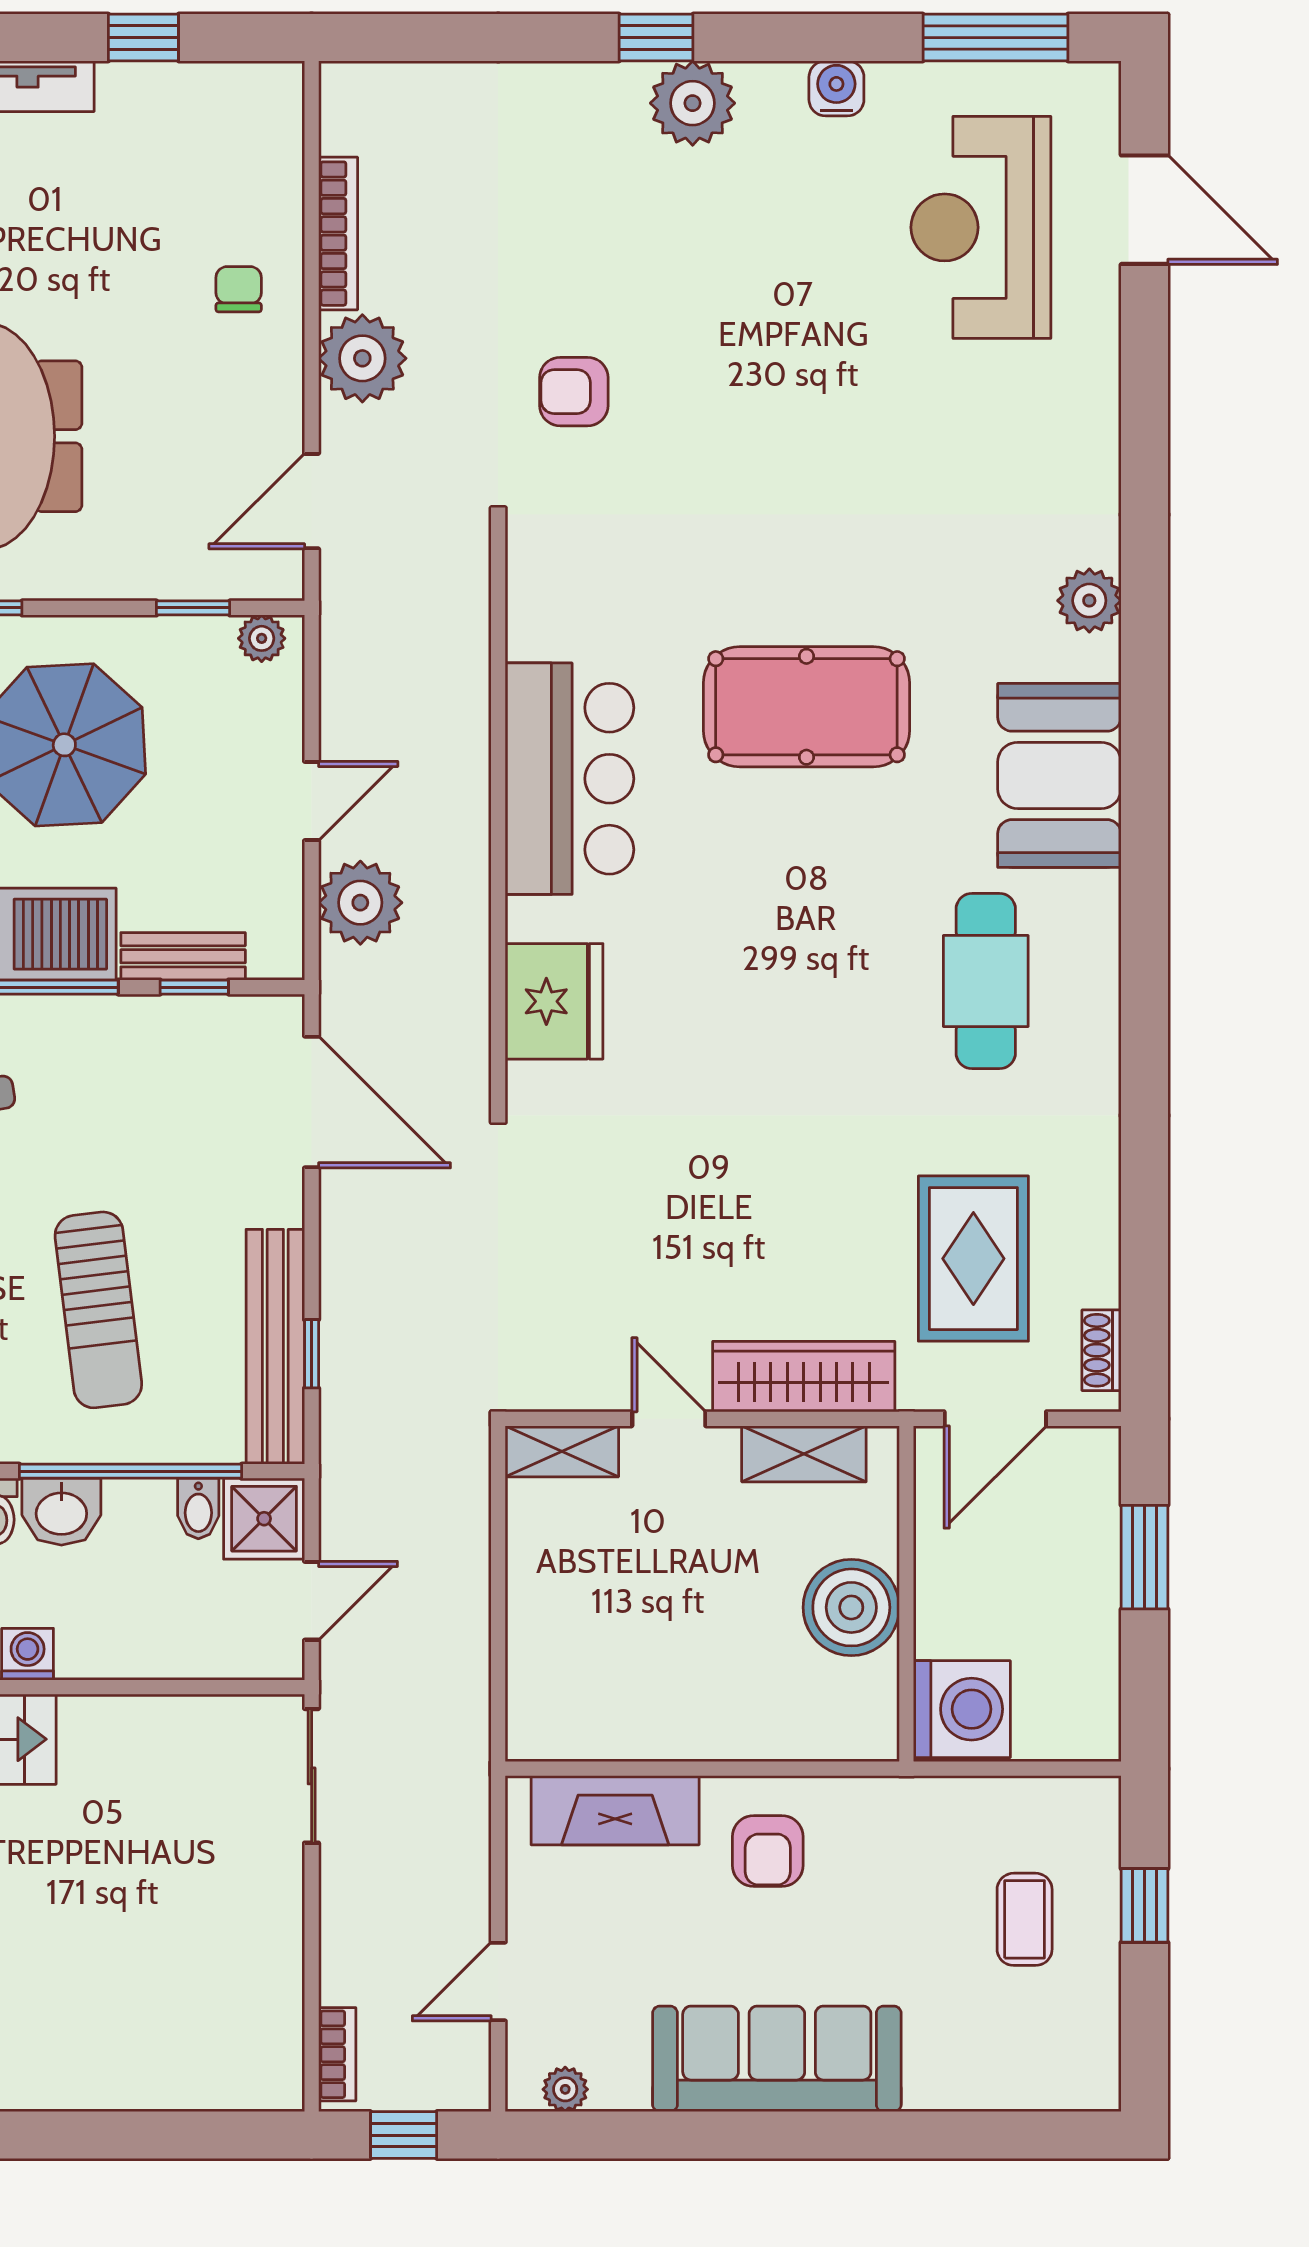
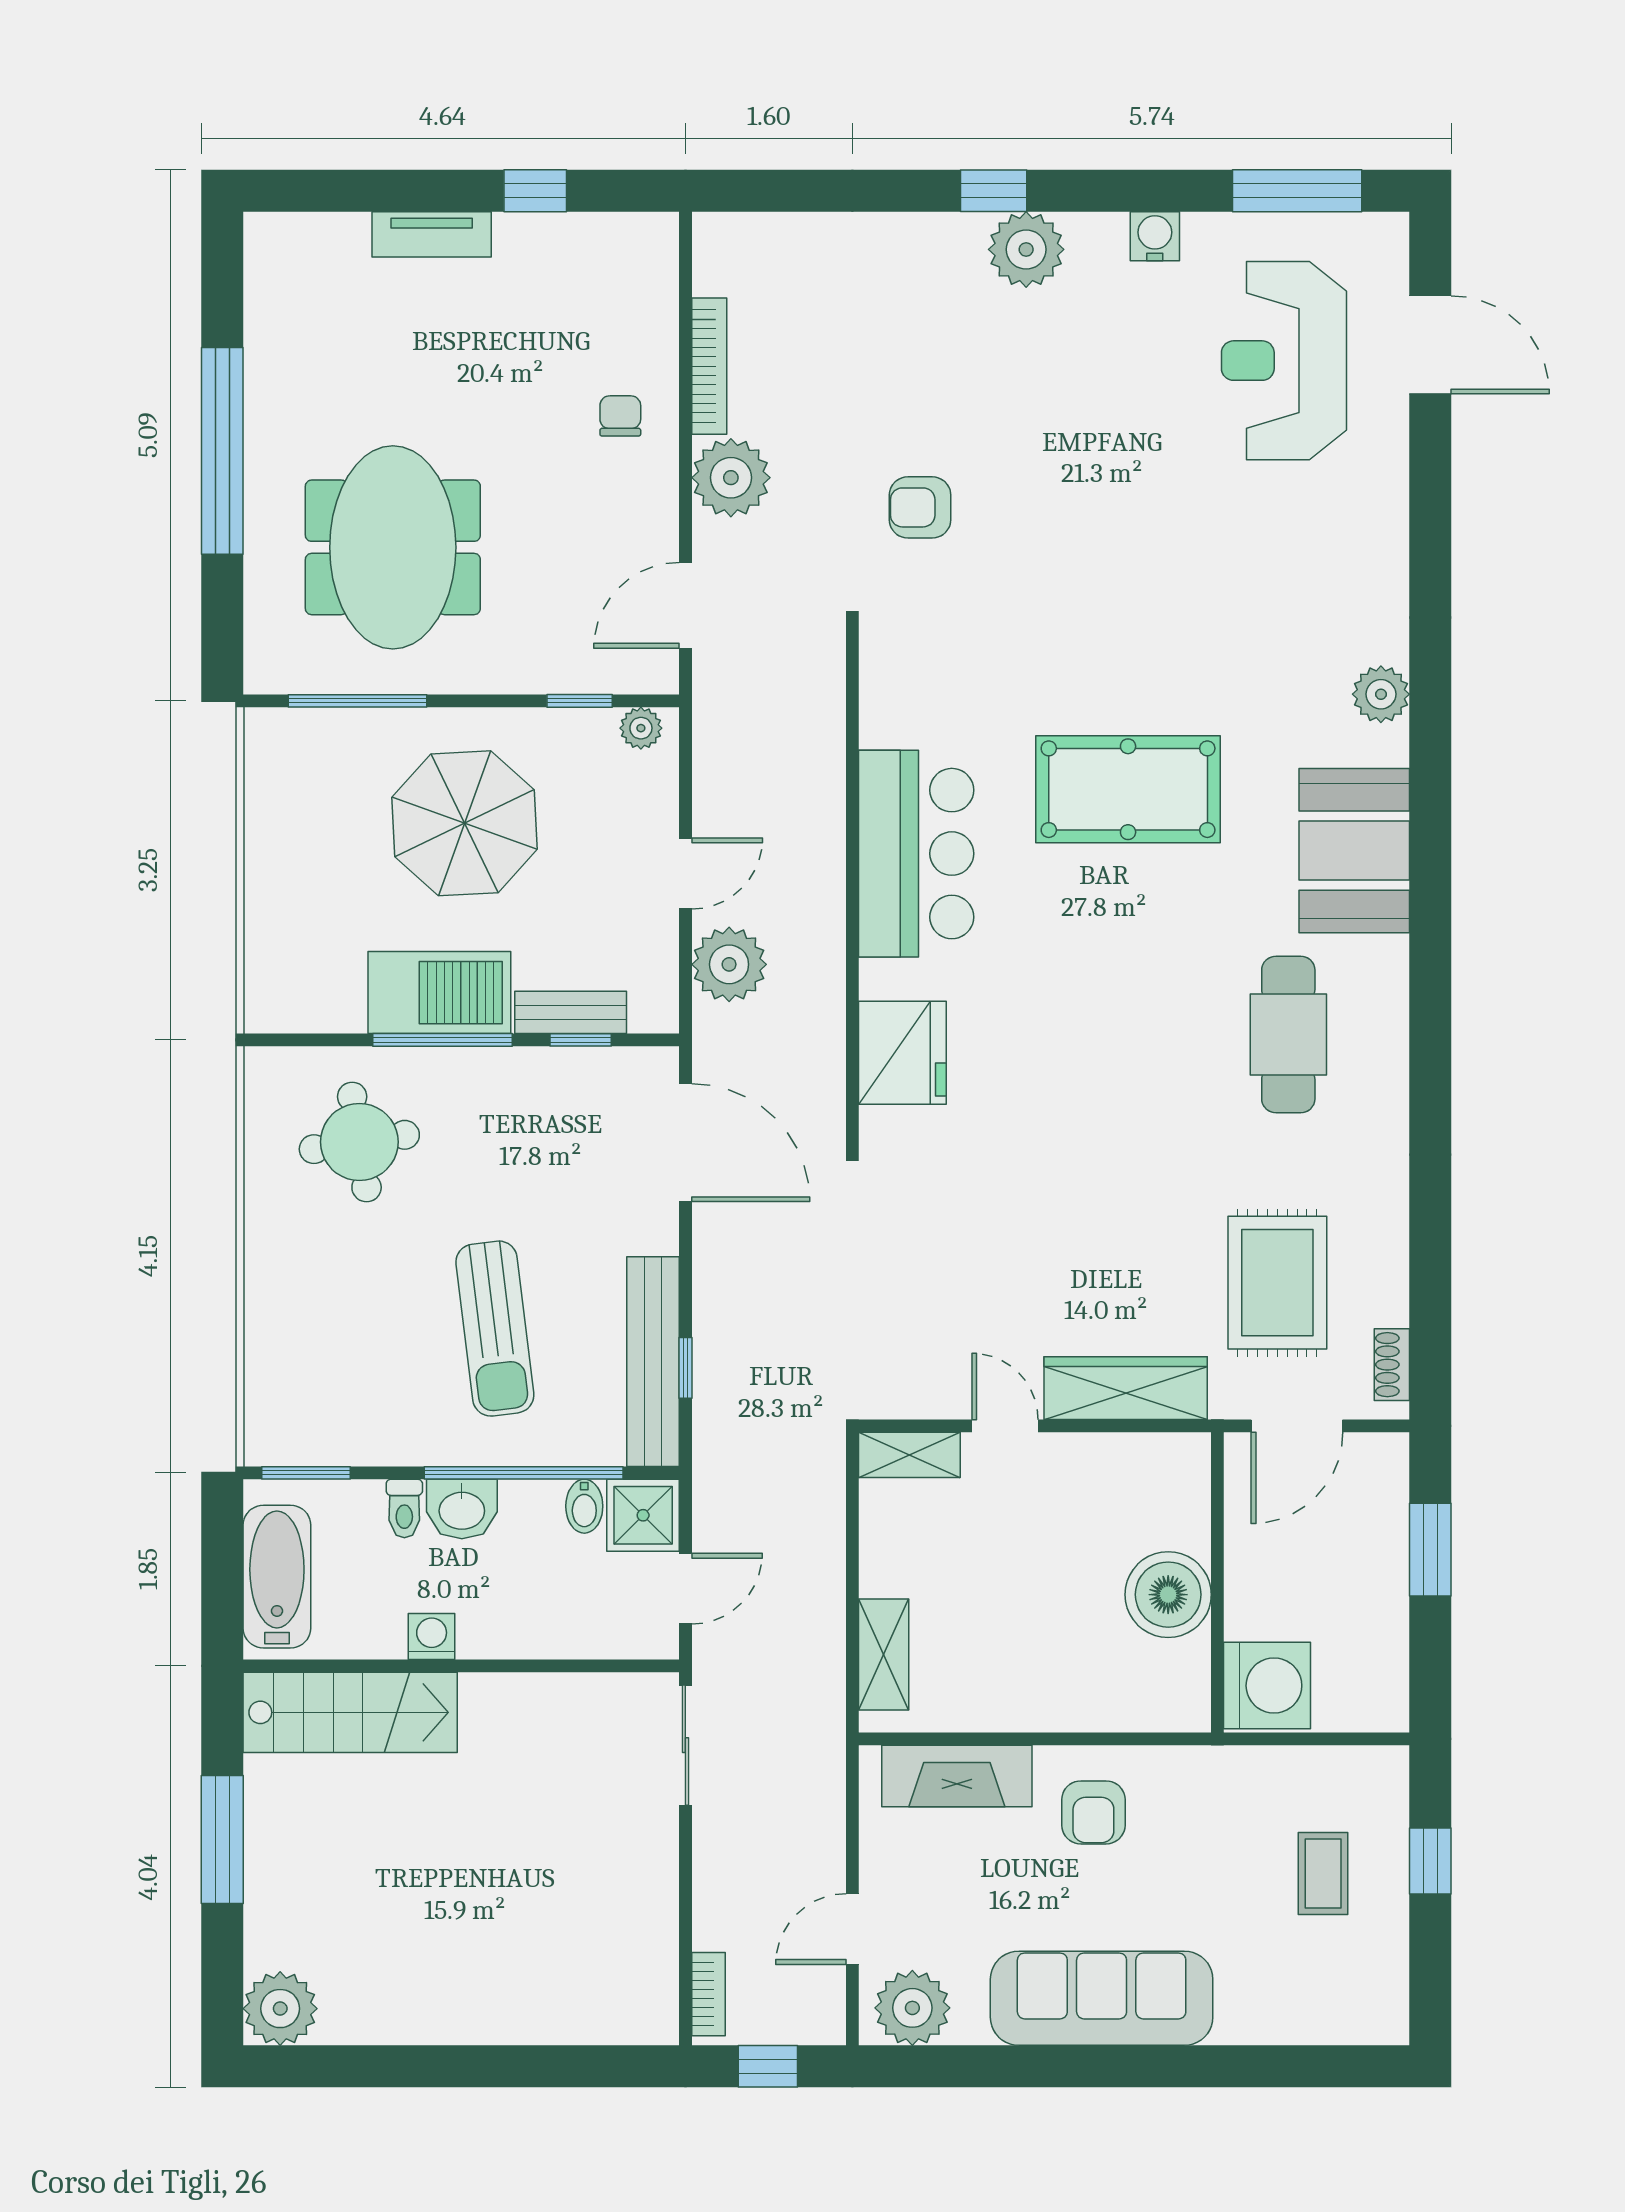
shelving: (804, 1454) -> (884, 1654), moved, turned 90
plant: (565, 2089) -> (912, 2008), width x1.88, depth x1.88

